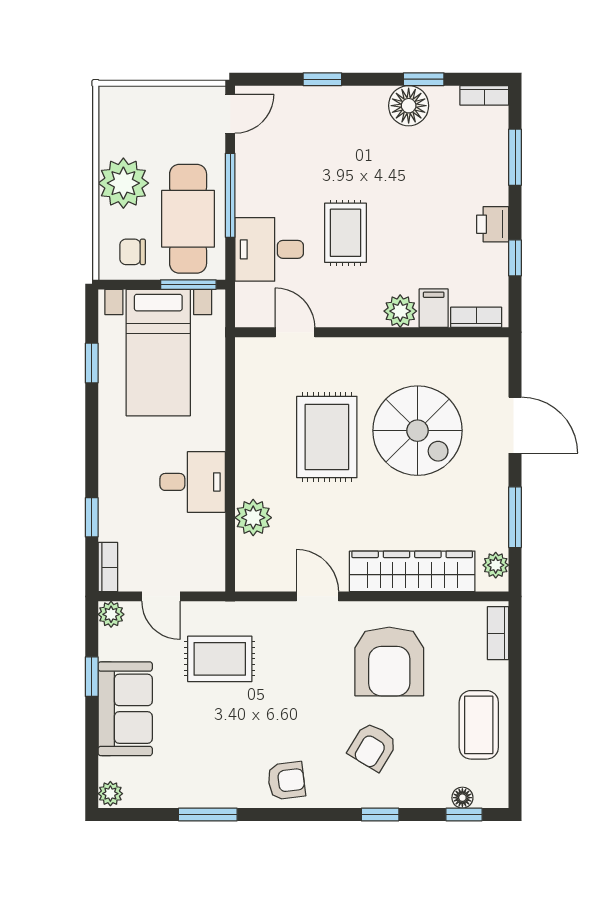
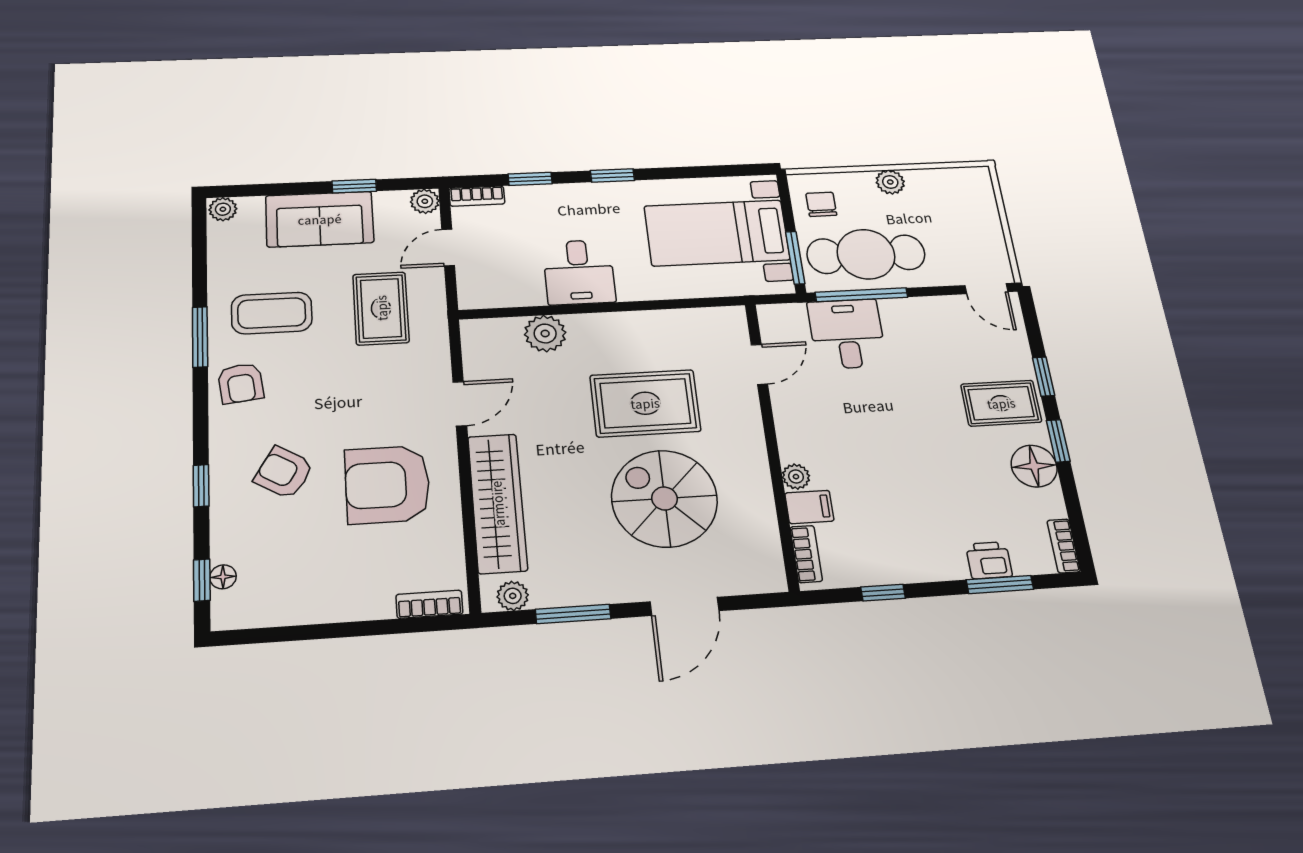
window: (424, 79) -> (1058, 441), moved
plant: (123, 183) -> (890, 182), width x0.53, depth x0.53
window: (230, 195) -> (861, 295), moved
printer: (493, 224) -> (989, 560), moved
rug: (345, 233) -> (1001, 403), moved
plant: (400, 311) -> (796, 477), width x0.73, depth x0.73
window: (92, 363) -> (612, 175), moved
spiral stairs: (418, 431) -> (664, 498), turned 90
coffee table: (479, 725) -> (272, 313), moved
window: (208, 815) -> (200, 337), moved

